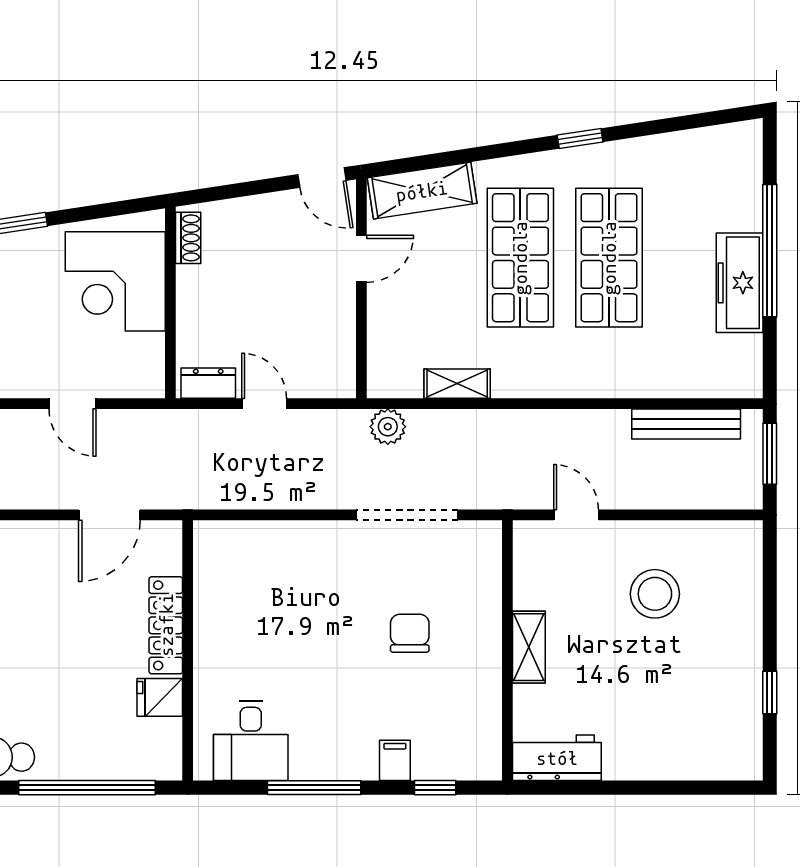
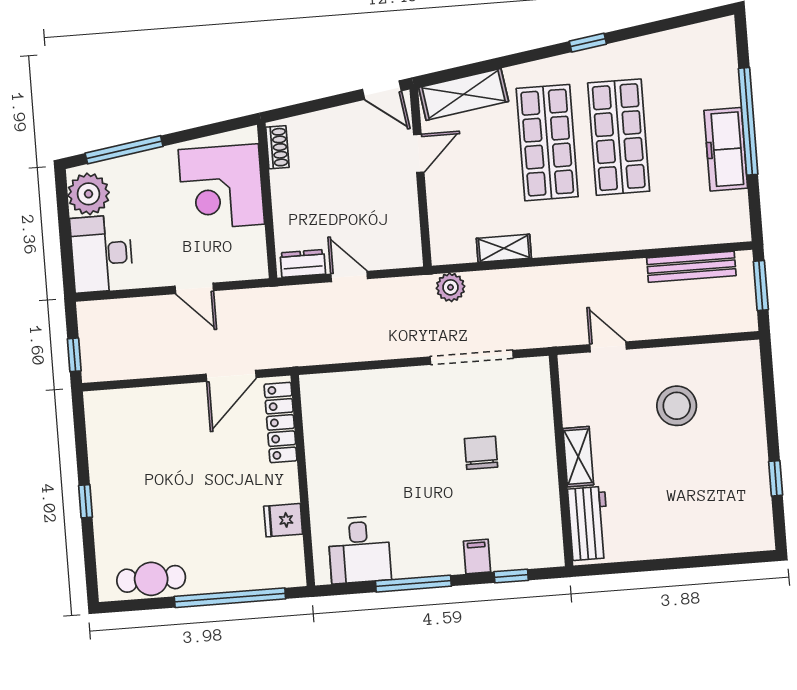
locker: (166, 625) -> (281, 422), moved
workbench: (557, 758) -> (589, 523), moved, turned 90

